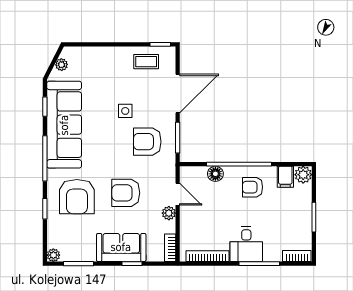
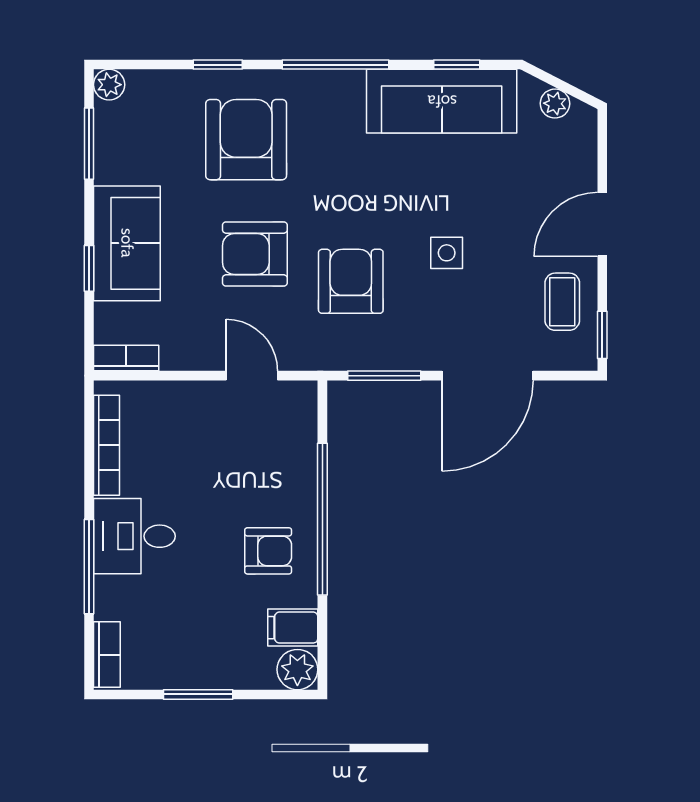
door: (113, 44) -> (602, 224), added
door: (178, 93) -> (488, 376), hinge flipped
sofa: (64, 125) -> (442, 101), width x0.74, depth x0.79
armchair: (147, 142) -> (351, 281), moved
floor lamp: (215, 174) -> (299, 464), removed
armchair: (253, 187) -> (268, 551), turned 90
armchair: (126, 193) -> (255, 254), turned -90
door: (178, 194) -> (252, 376), swing flipped
armchair: (77, 197) -> (246, 140), turned 90
plant: (169, 213) -> (207, 355), removed

